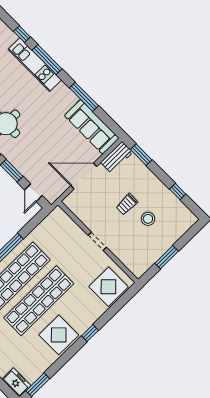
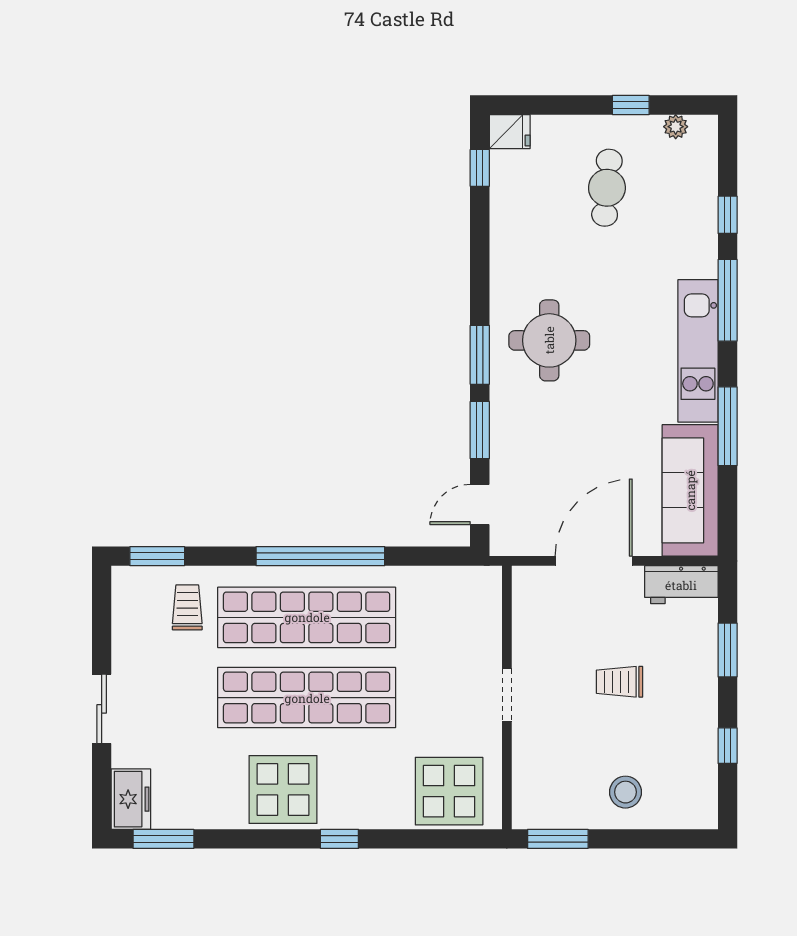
kitchen unit: (35, 65) -> (698, 351), moved
window: (141, 155) -> (728, 650), moved
door: (84, 176) -> (594, 561), hinge flipped
stool: (148, 219) -> (625, 792), moved
window: (167, 257) -> (558, 839), moved

